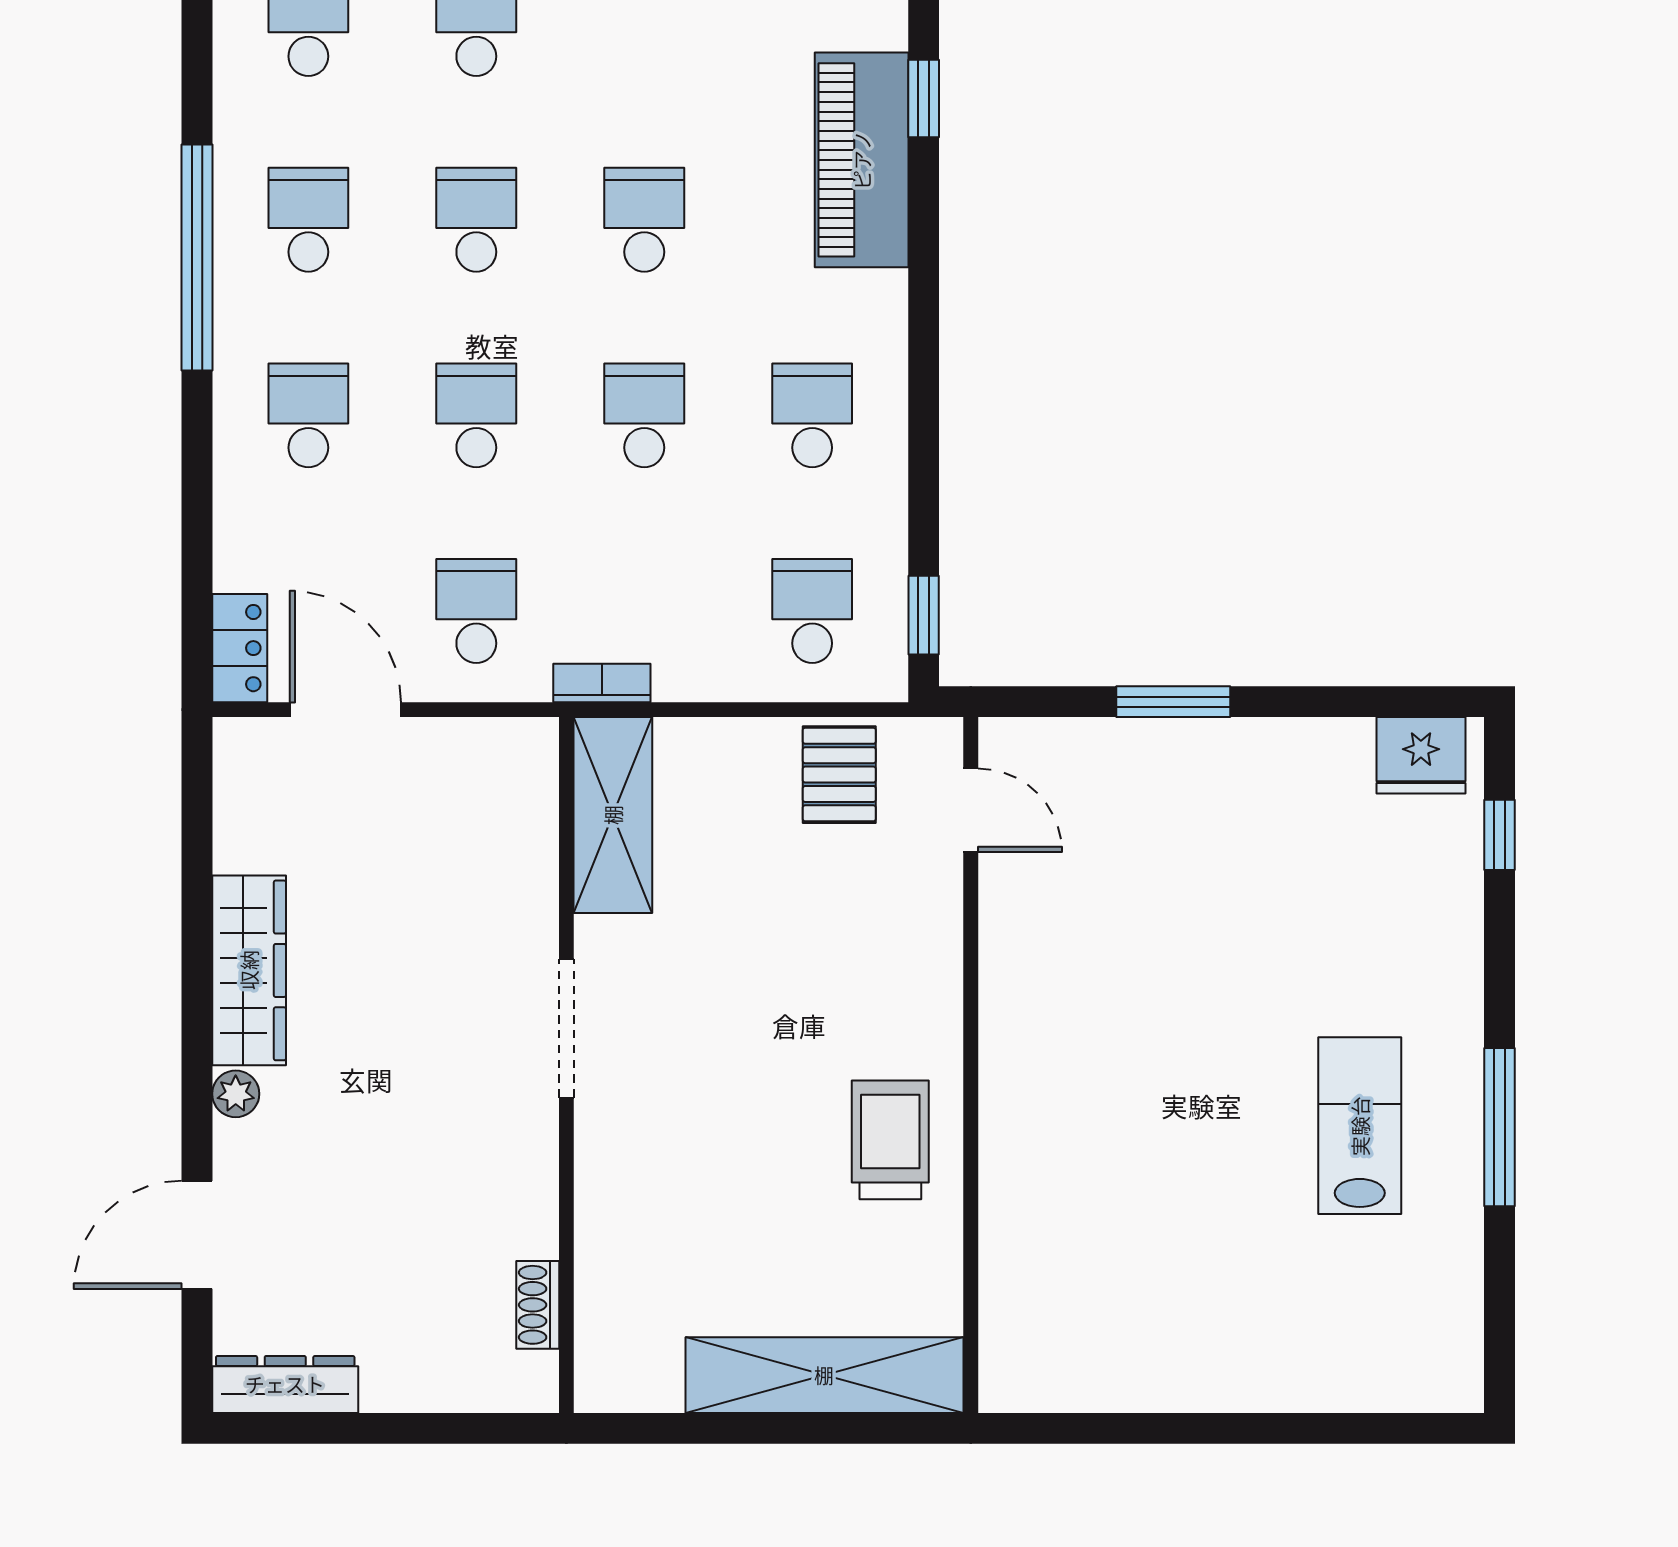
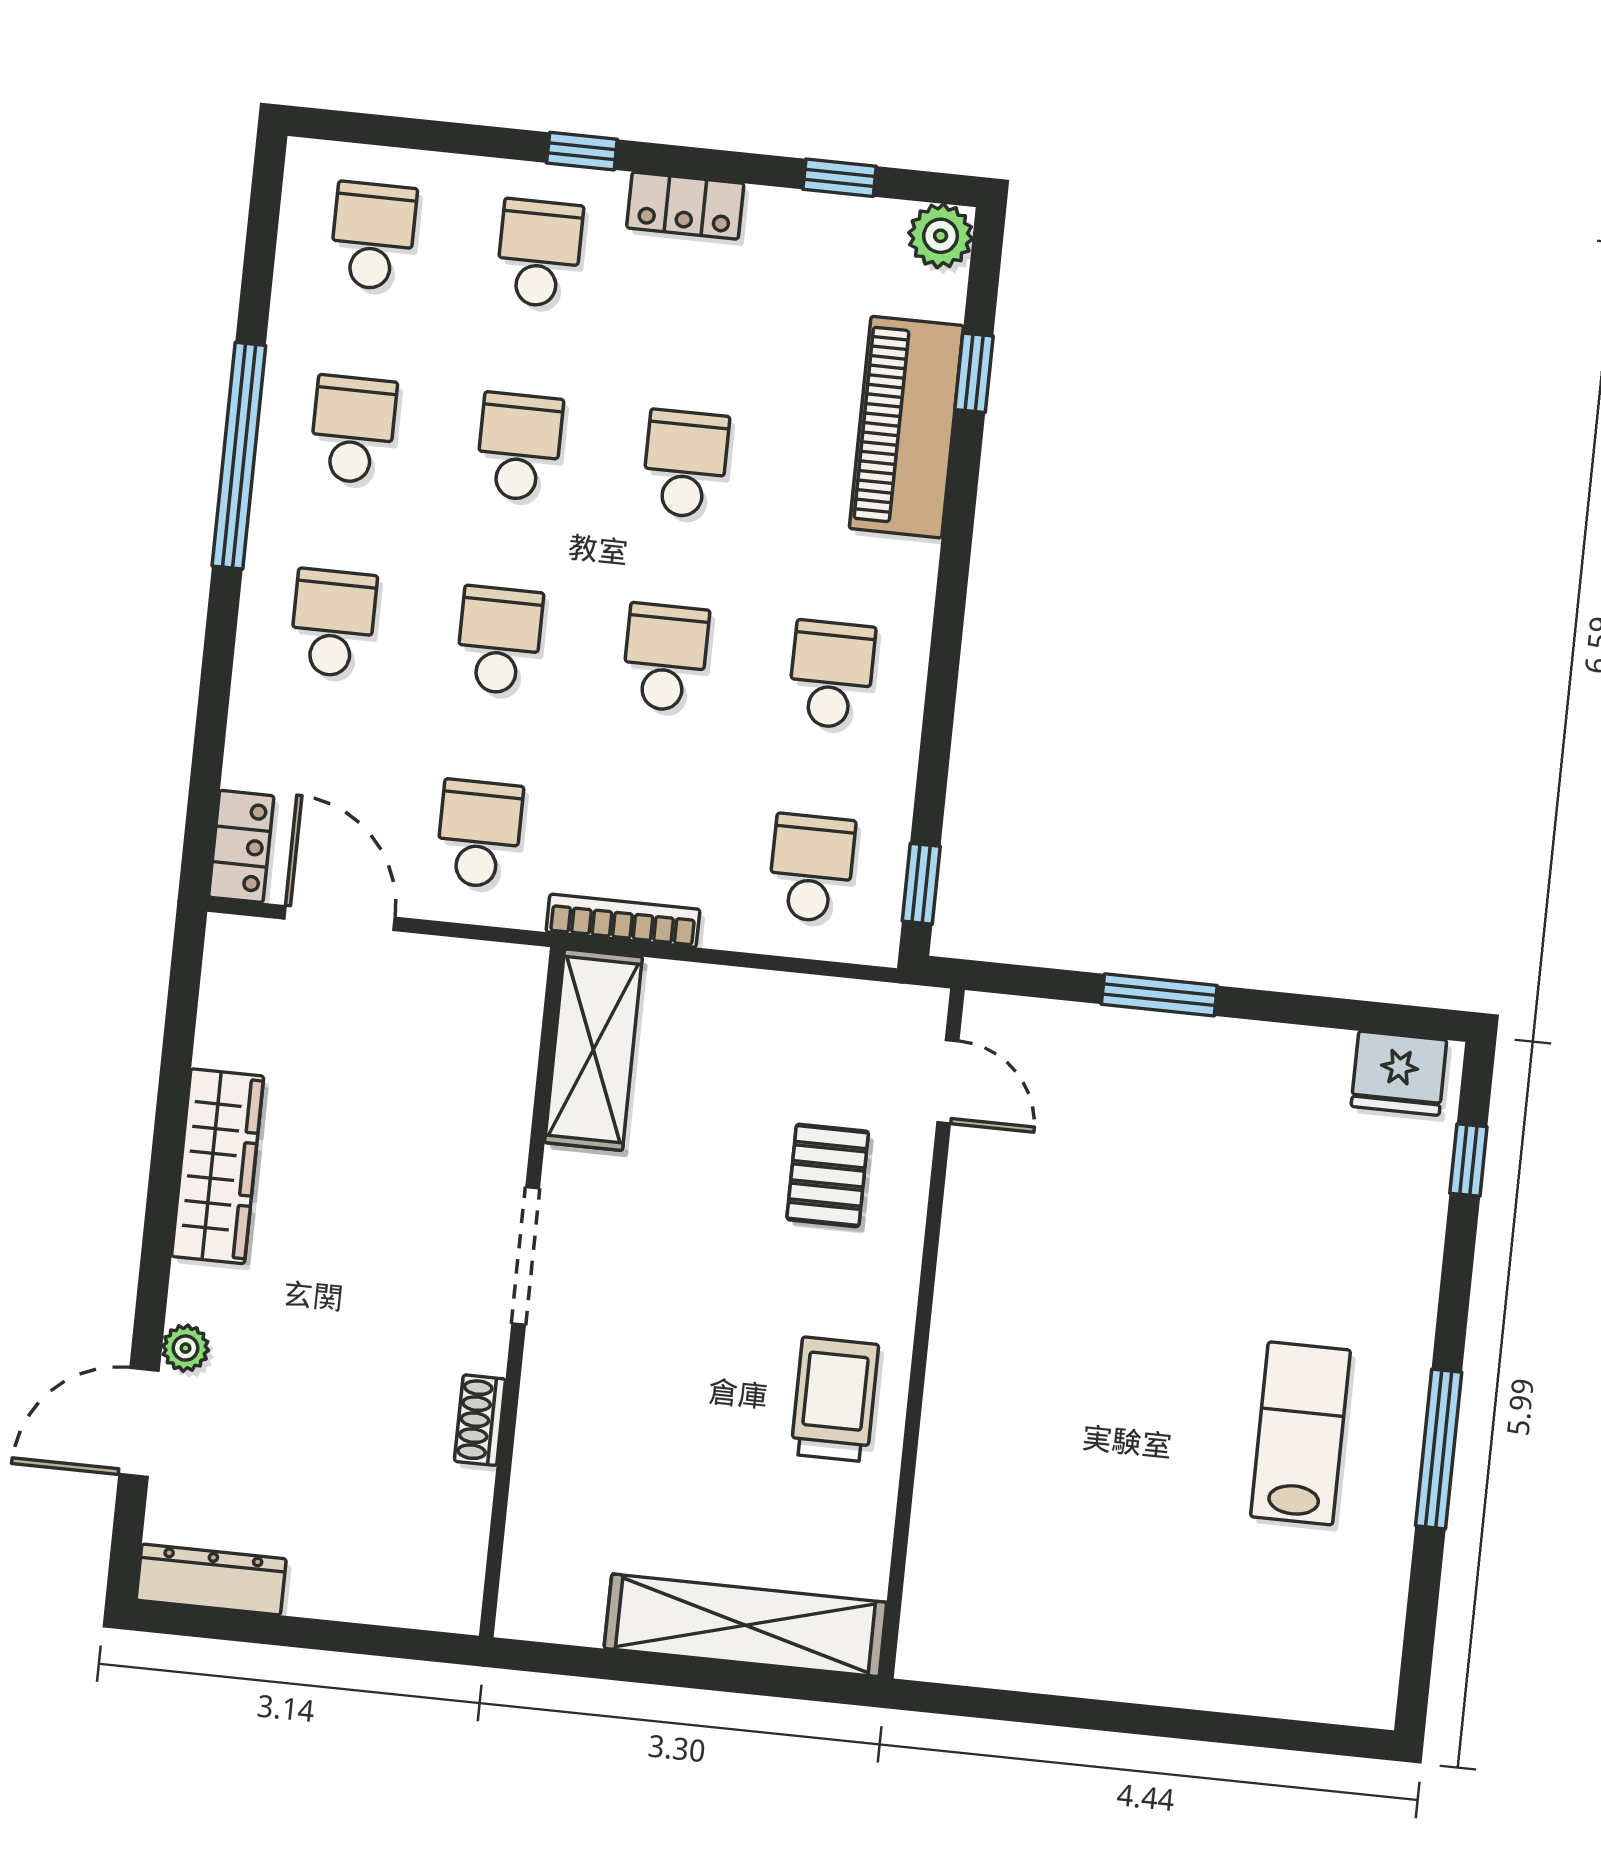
bookcase: (602, 683) -> (623, 921), width x1.56
pallet: (839, 775) -> (828, 1175), moved
plant: (236, 1094) -> (186, 1348), moved
shoe rack: (538, 1305) -> (480, 1420), moved

